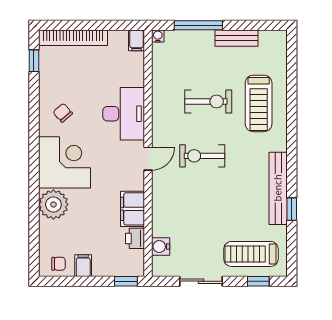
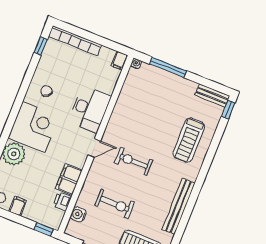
bench: (237, 38) -> (212, 96), moved
exercise bike: (208, 102) -> (115, 204), moved
window: (292, 209) -> (228, 110), moved

